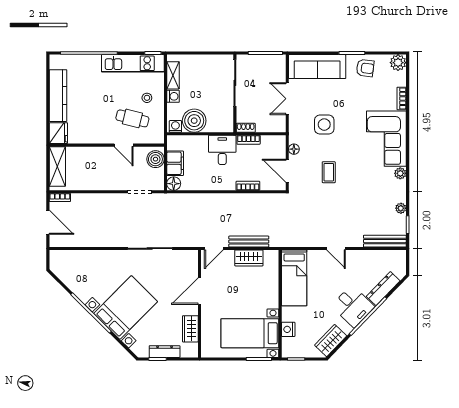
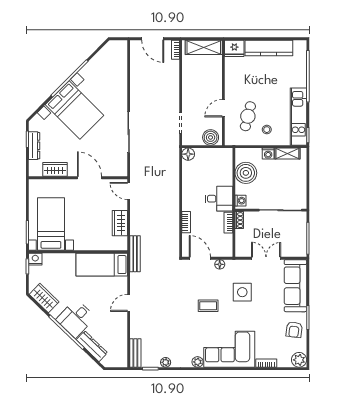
washing machine: (175, 126) -> (241, 201), moved
filing cabinet: (175, 163) -> (207, 155), removed
door: (287, 171) -> (200, 258), hinge flipped
coffee table: (329, 172) -> (208, 306), moved
door: (48, 222) -> (153, 39), hinge flipped
bench: (249, 241) -> (135, 254), moved
bench: (385, 241) -> (135, 353), width x0.73
nightstand: (288, 329) -> (35, 259), moved

